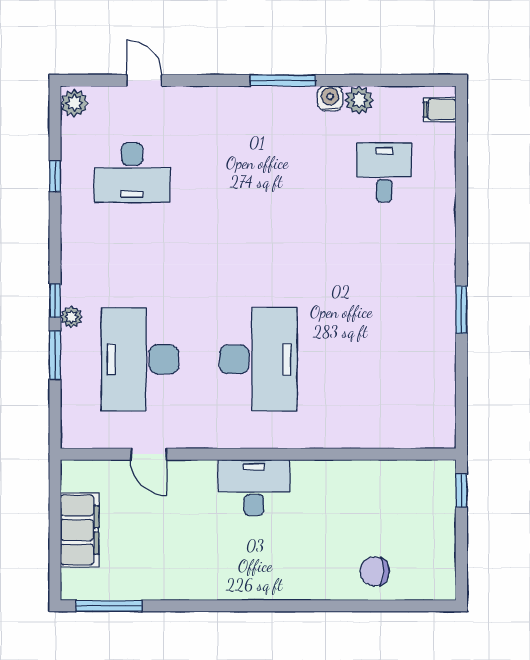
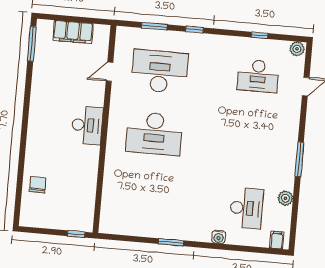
water cooler: (330, 98) -> (219, 237), moved, turned 90
desk: (132, 172) -> (258, 76), turned -90
desk: (384, 172) -> (246, 208), width x1.37
plant: (71, 317) -> (185, 37), removed
window: (55, 355) -> (154, 26), moved

